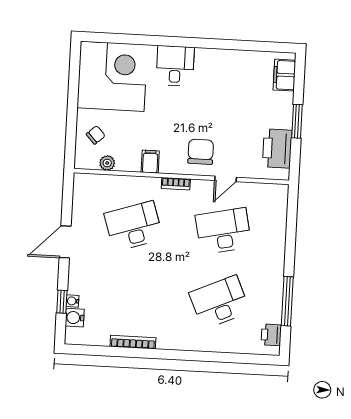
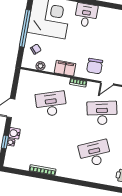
window: (73, 101) -> (25, 28), added
chair: (201, 152) -> (95, 66), turned 180
filing cabinet: (150, 162) -> (65, 68), width x2.00
water cooler: (75, 318) -> (14, 133), moved

